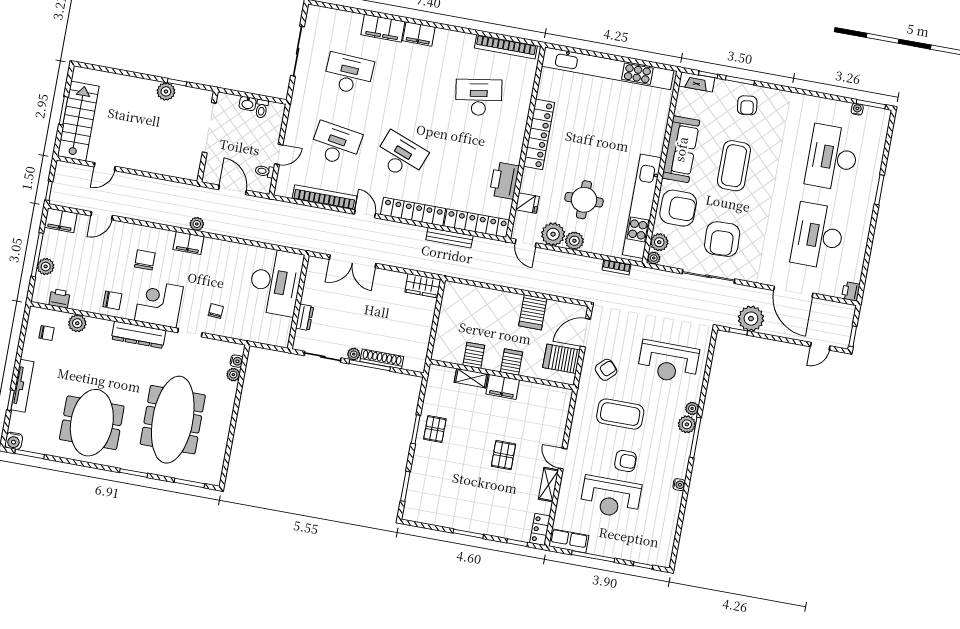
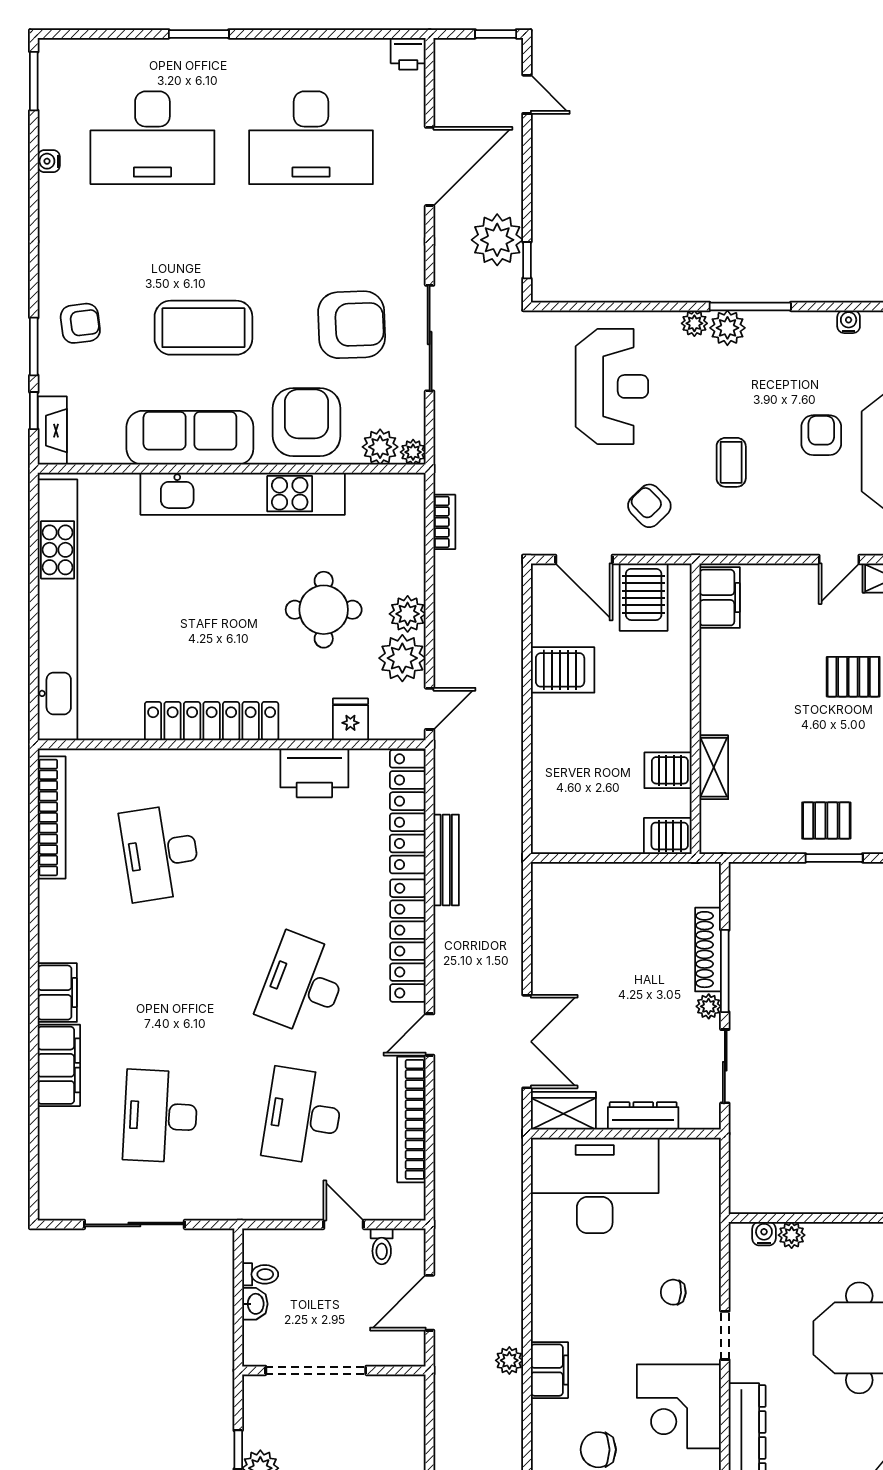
water cooler: (857, 109) -> (49, 161), moved
kitchen unit: (642, 206) -> (243, 494), moved
wardrobe: (423, 286) -> (563, 1111), moved, turned -90
dresser: (305, 317) -> (643, 1116), width x1.44
server rack: (511, 362) -> (668, 836), moved
filing cabinet: (503, 387) -> (720, 598), moved
coffee table: (620, 414) -> (731, 462), width x0.54, depth x0.58

